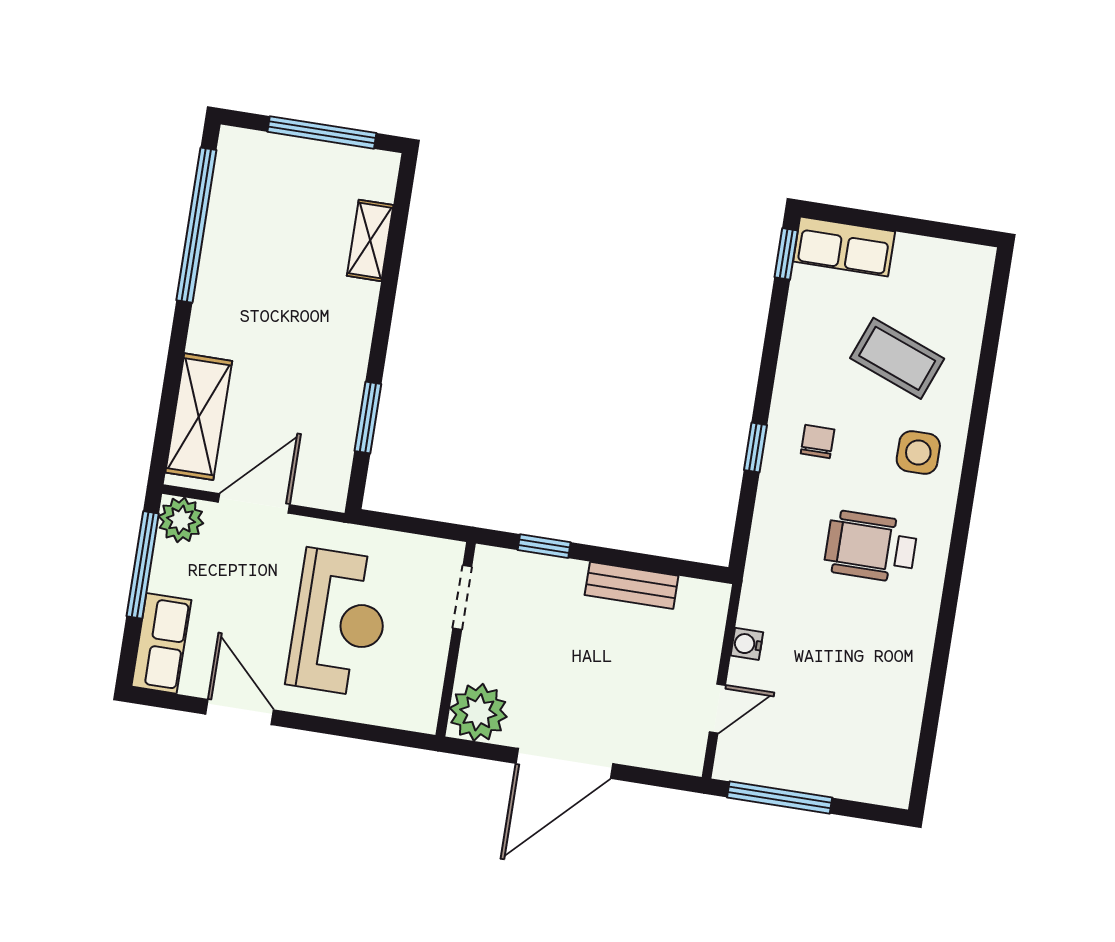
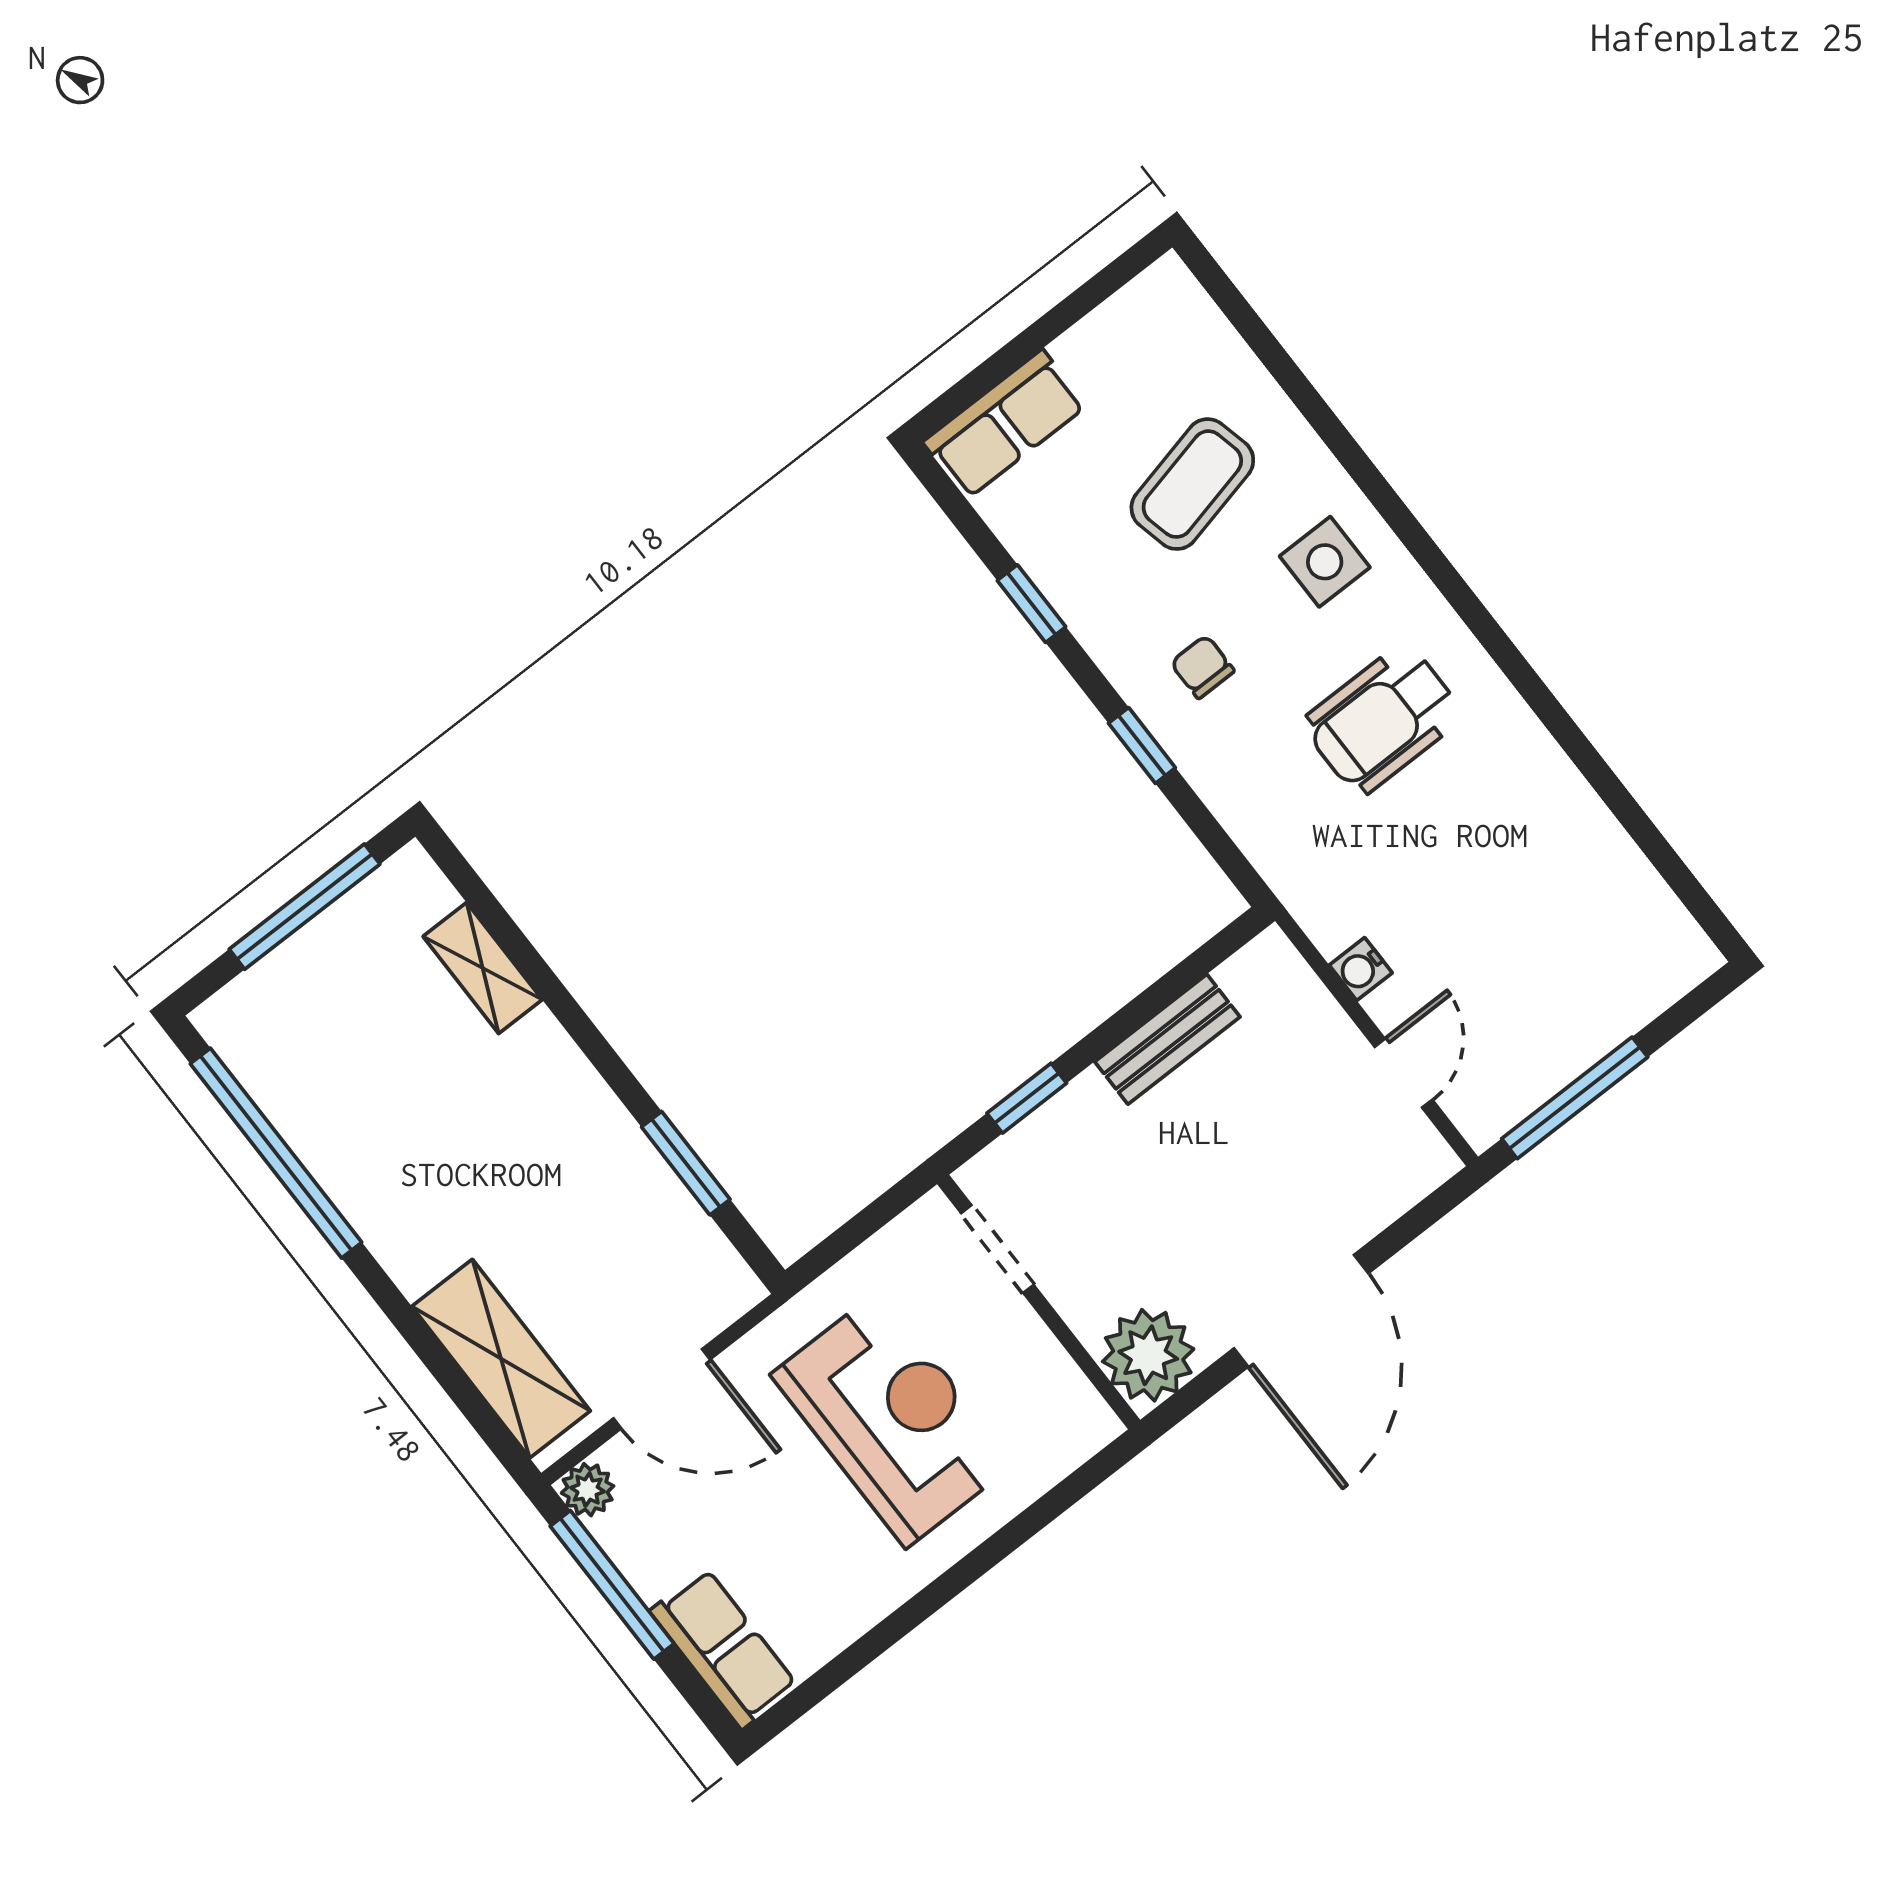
window: (786, 254) -> (1031, 604), moved
coffee table: (897, 358) -> (1192, 484), turned -34
door: (254, 503) -> (662, 1389), swing flipped
plant: (181, 520) -> (588, 1490), width x0.73, depth x0.73
door: (240, 712) -> (888, 1632), removed

